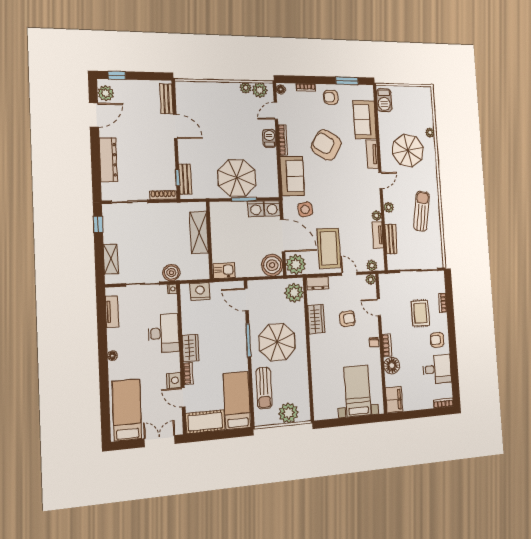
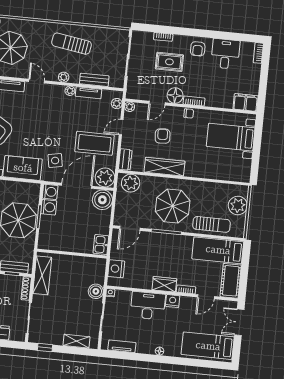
shelving: (199, 232) -> (42, 275), moved, turned 90
wardrobe: (316, 319) -> (164, 167), width x1.50
floor lamp: (392, 366) -> (175, 95), moved
nightstand: (174, 380) -> (173, 301), moved

